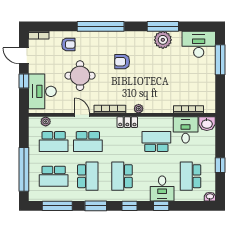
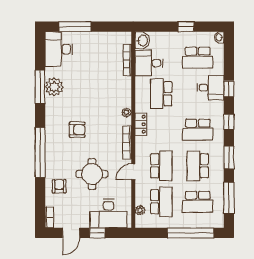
armchair: (122, 62) -> (77, 130), turned -90
school desk: (54, 176) -> (198, 202), turned 90
school desk: (88, 176) -> (198, 166), turned -90

